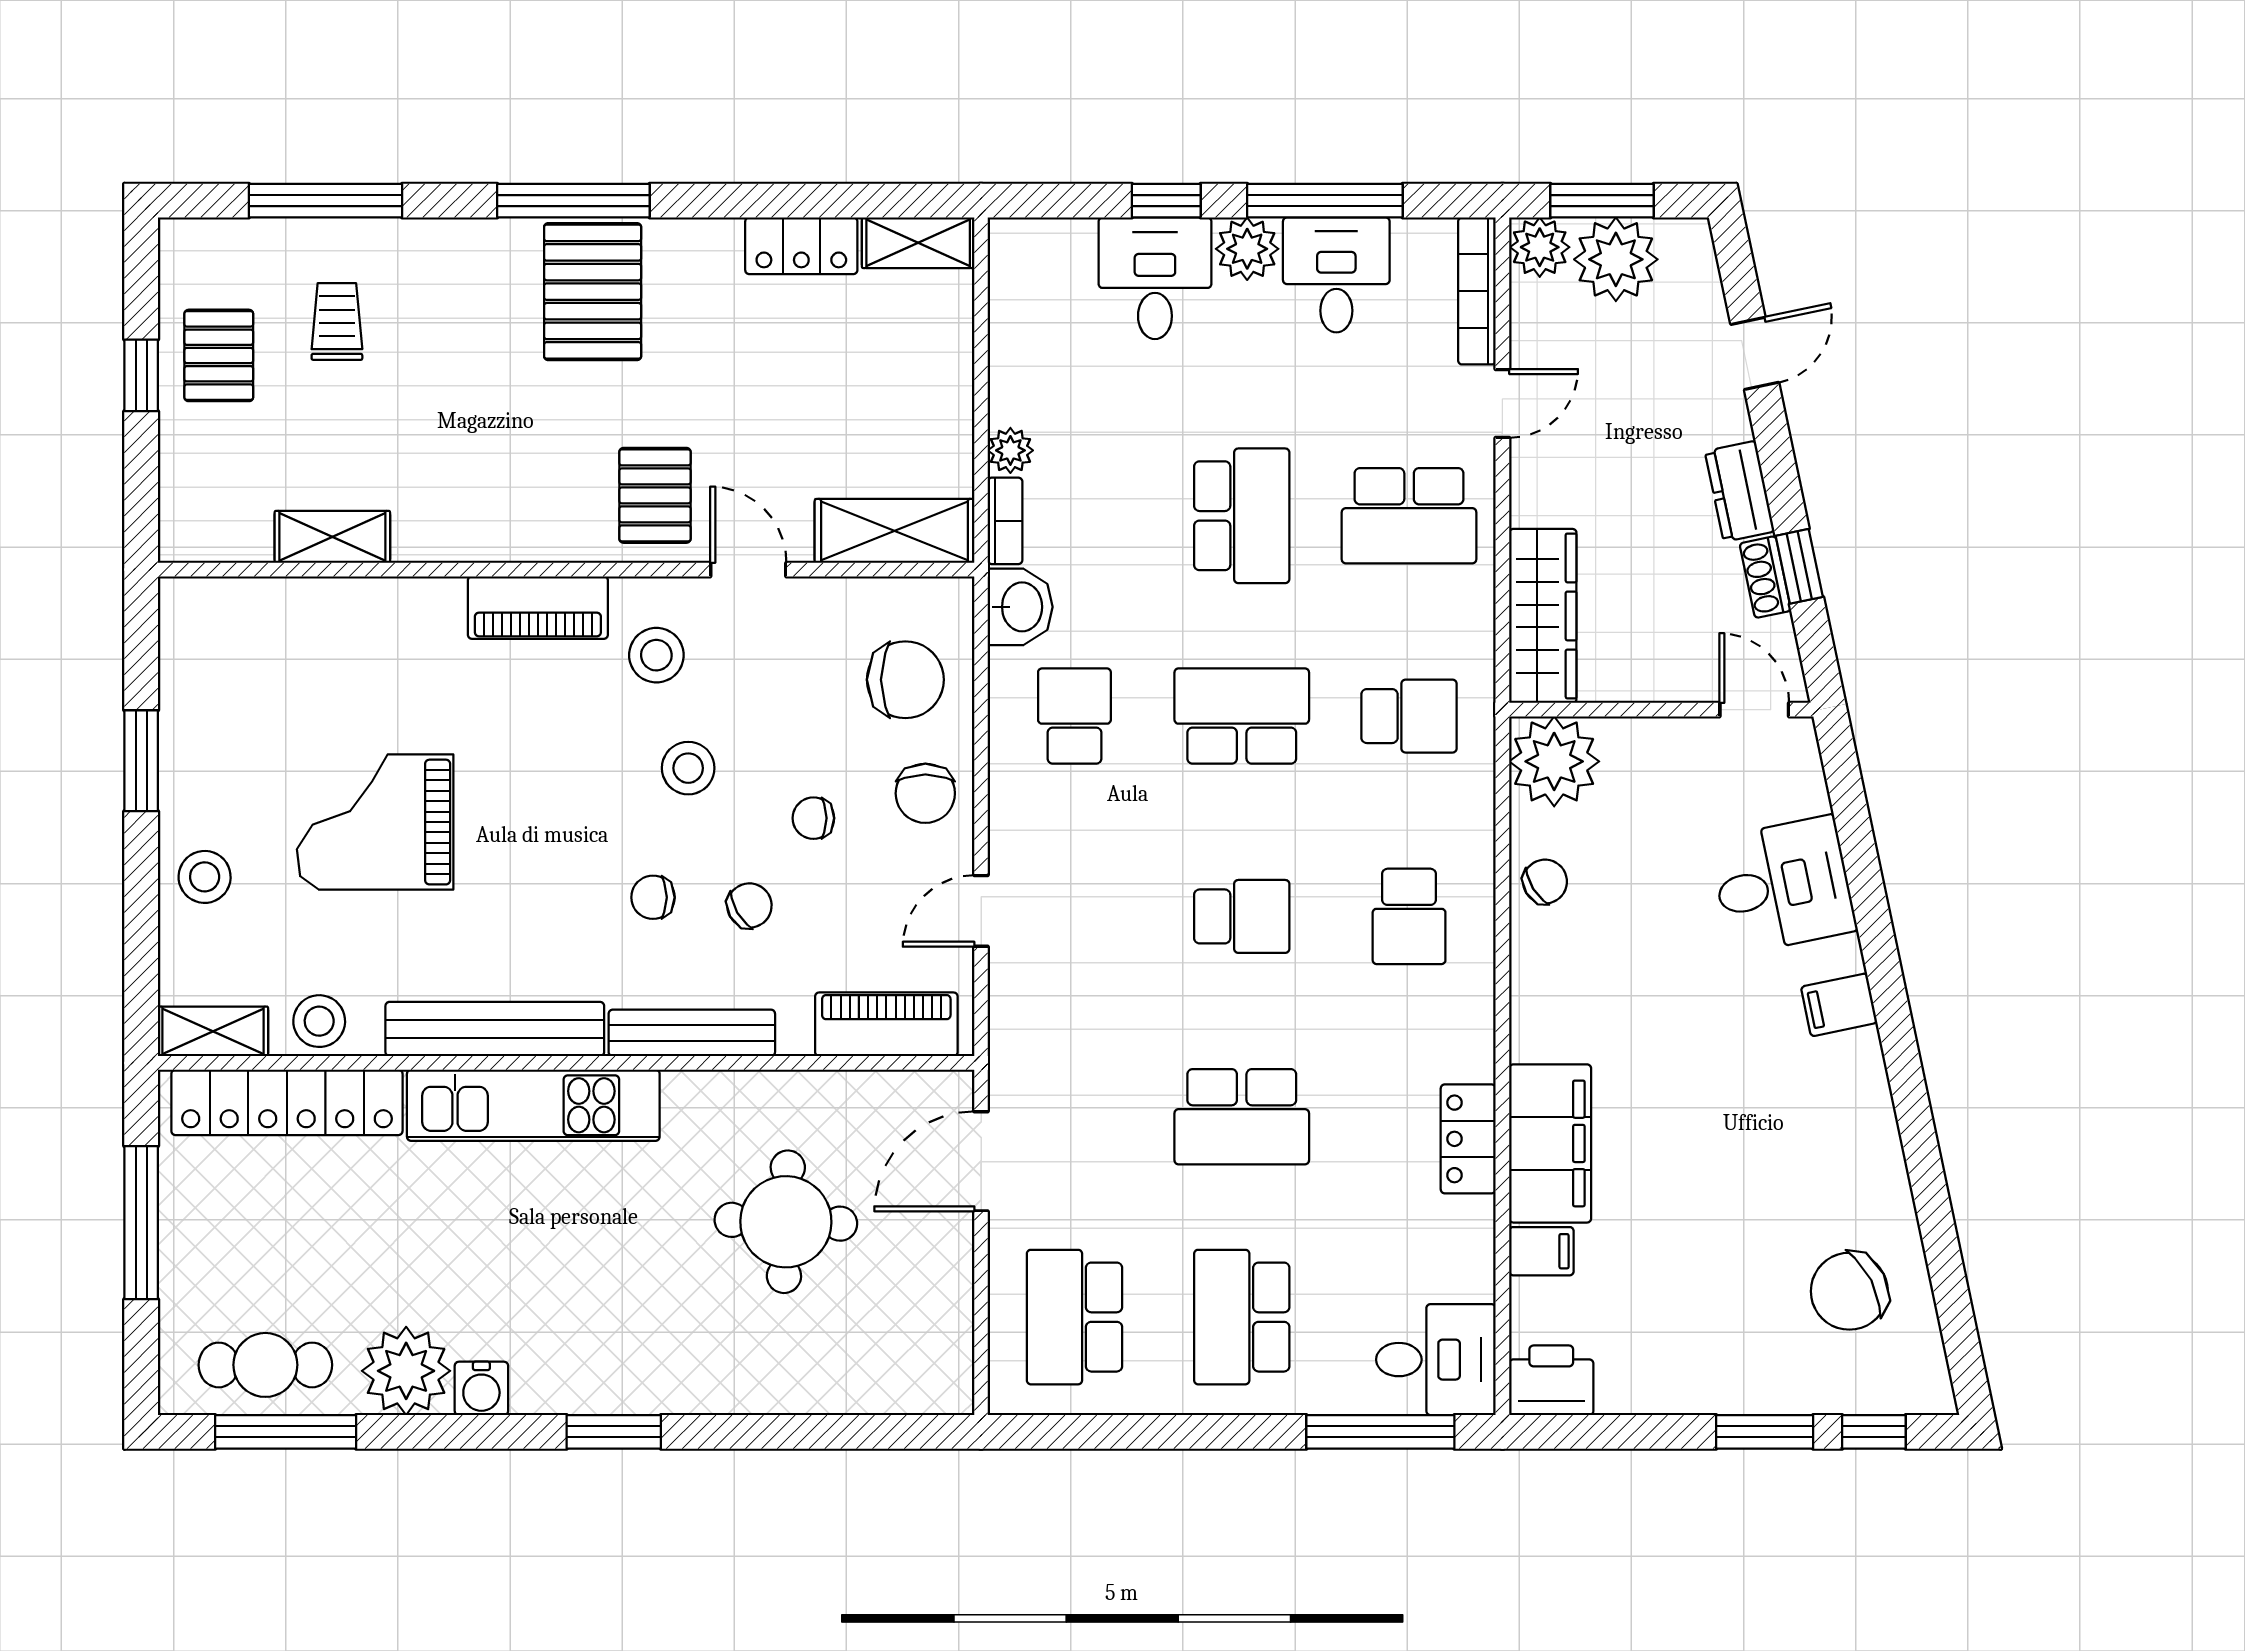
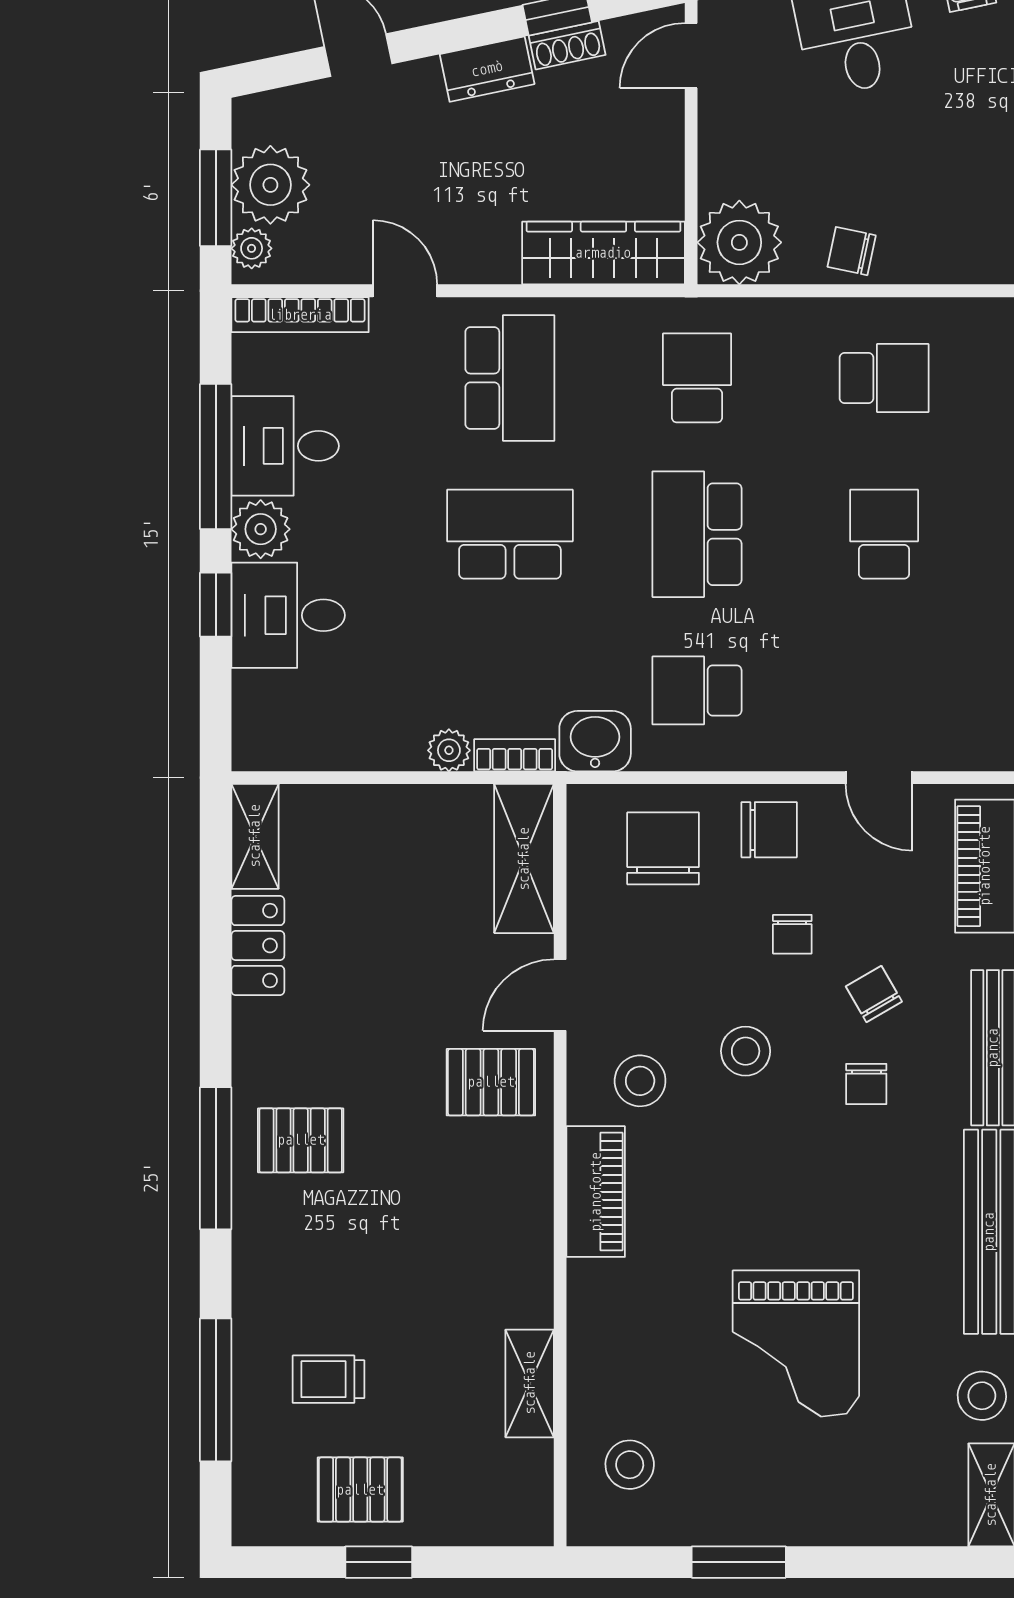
plant: (1540, 247) -> (252, 248), width x0.73, depth x0.73
pallet: (593, 292) -> (301, 1140), width x0.67, depth x0.71
stool: (205, 877) -> (630, 1465), moved
chair: (1545, 882) -> (852, 251), turned -46

